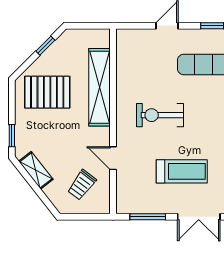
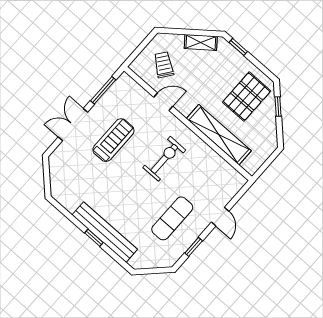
window: (45, 46) -> (278, 107), moved
treadmill: (182, 171) -> (113, 140), turned 180

